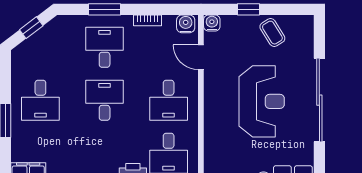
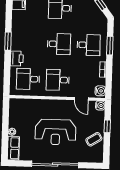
door: (201, 57) -> (81, 99), swing flipped

